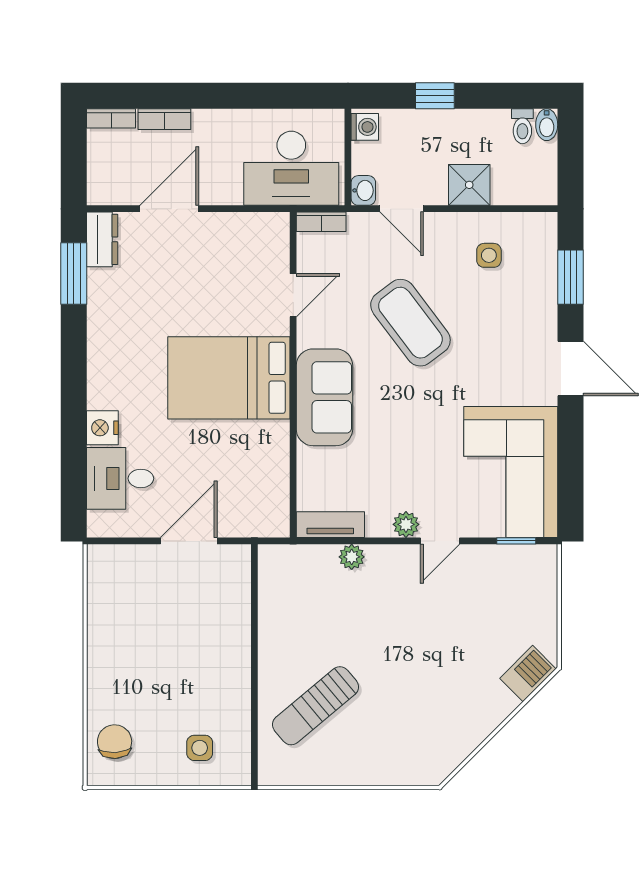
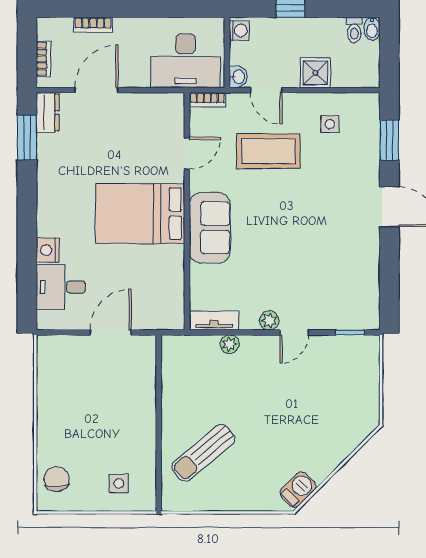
bookcase: (111, 118) -> (43, 59), moved, turned -90
coffee table: (410, 323) -> (268, 151), moved, turned -53
corner sofa: (511, 472) -> (346, 282), removed
barbecue: (528, 674) -> (298, 490), moved

